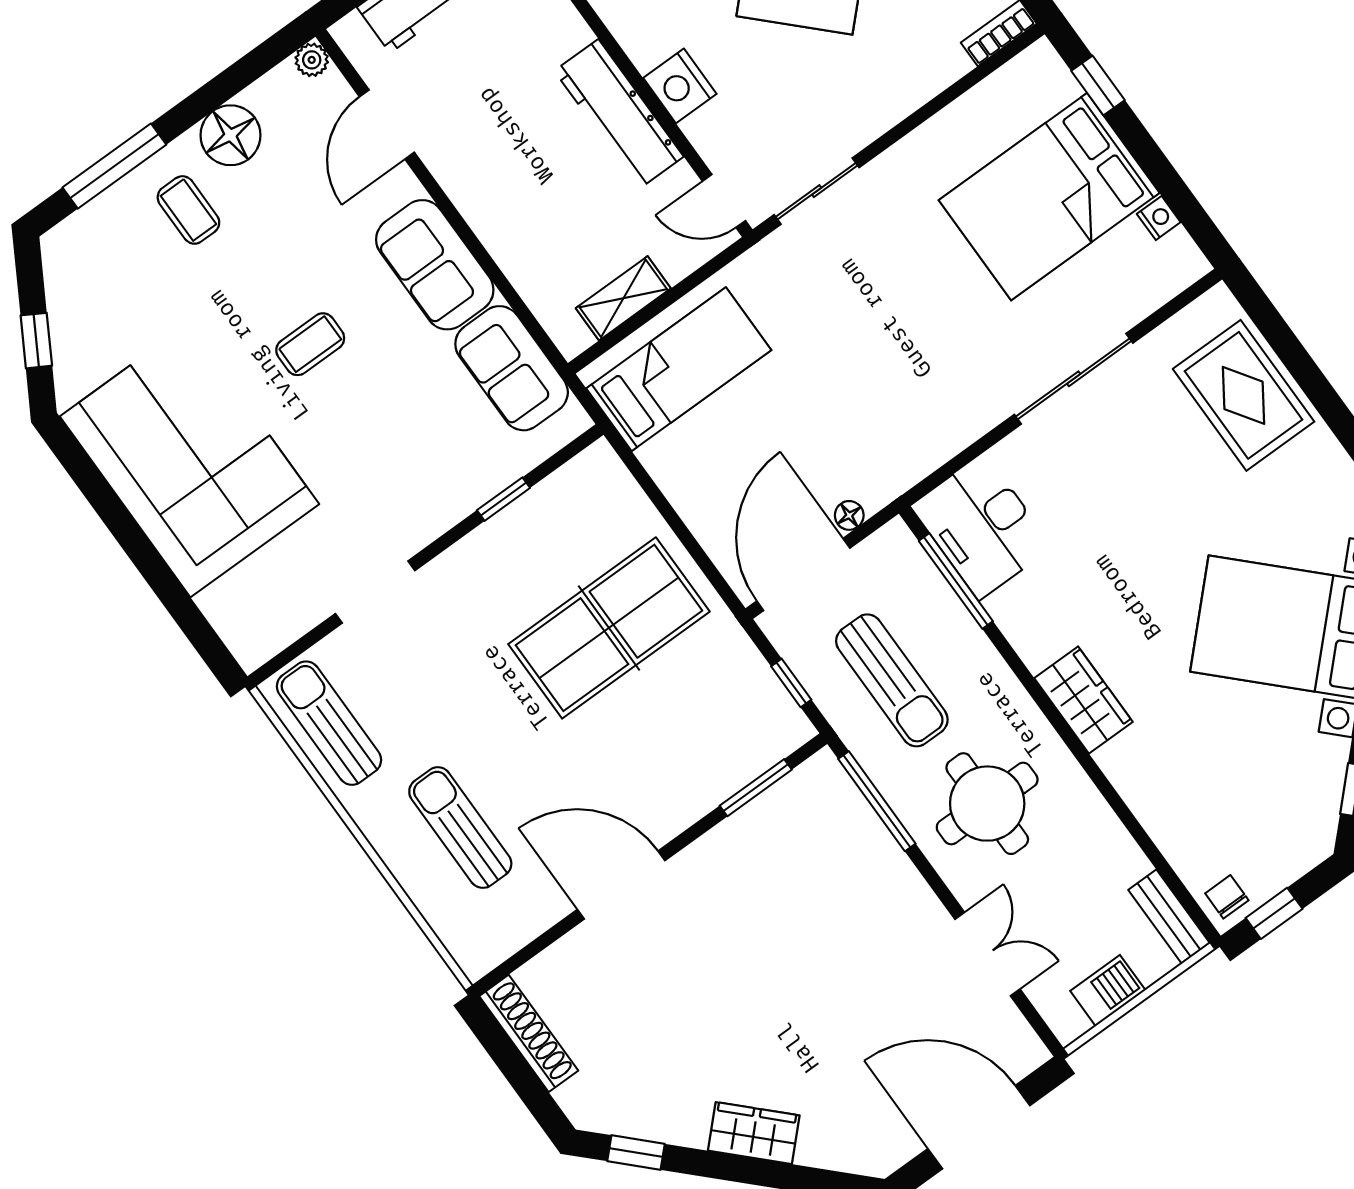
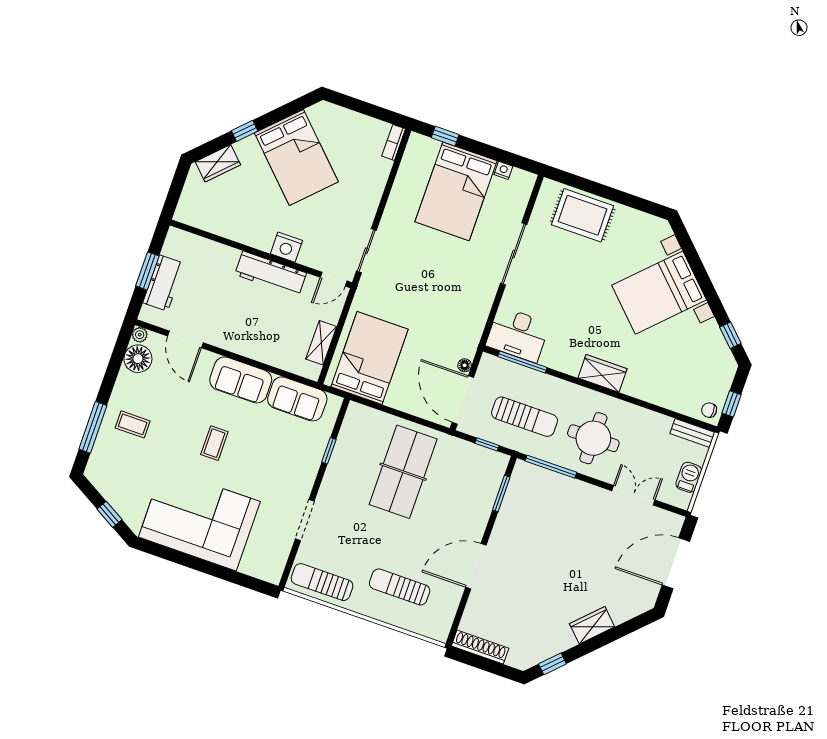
floor lamp: (230, 135) -> (138, 359), moved
bed: (679, 369) -> (370, 358), width x1.50

